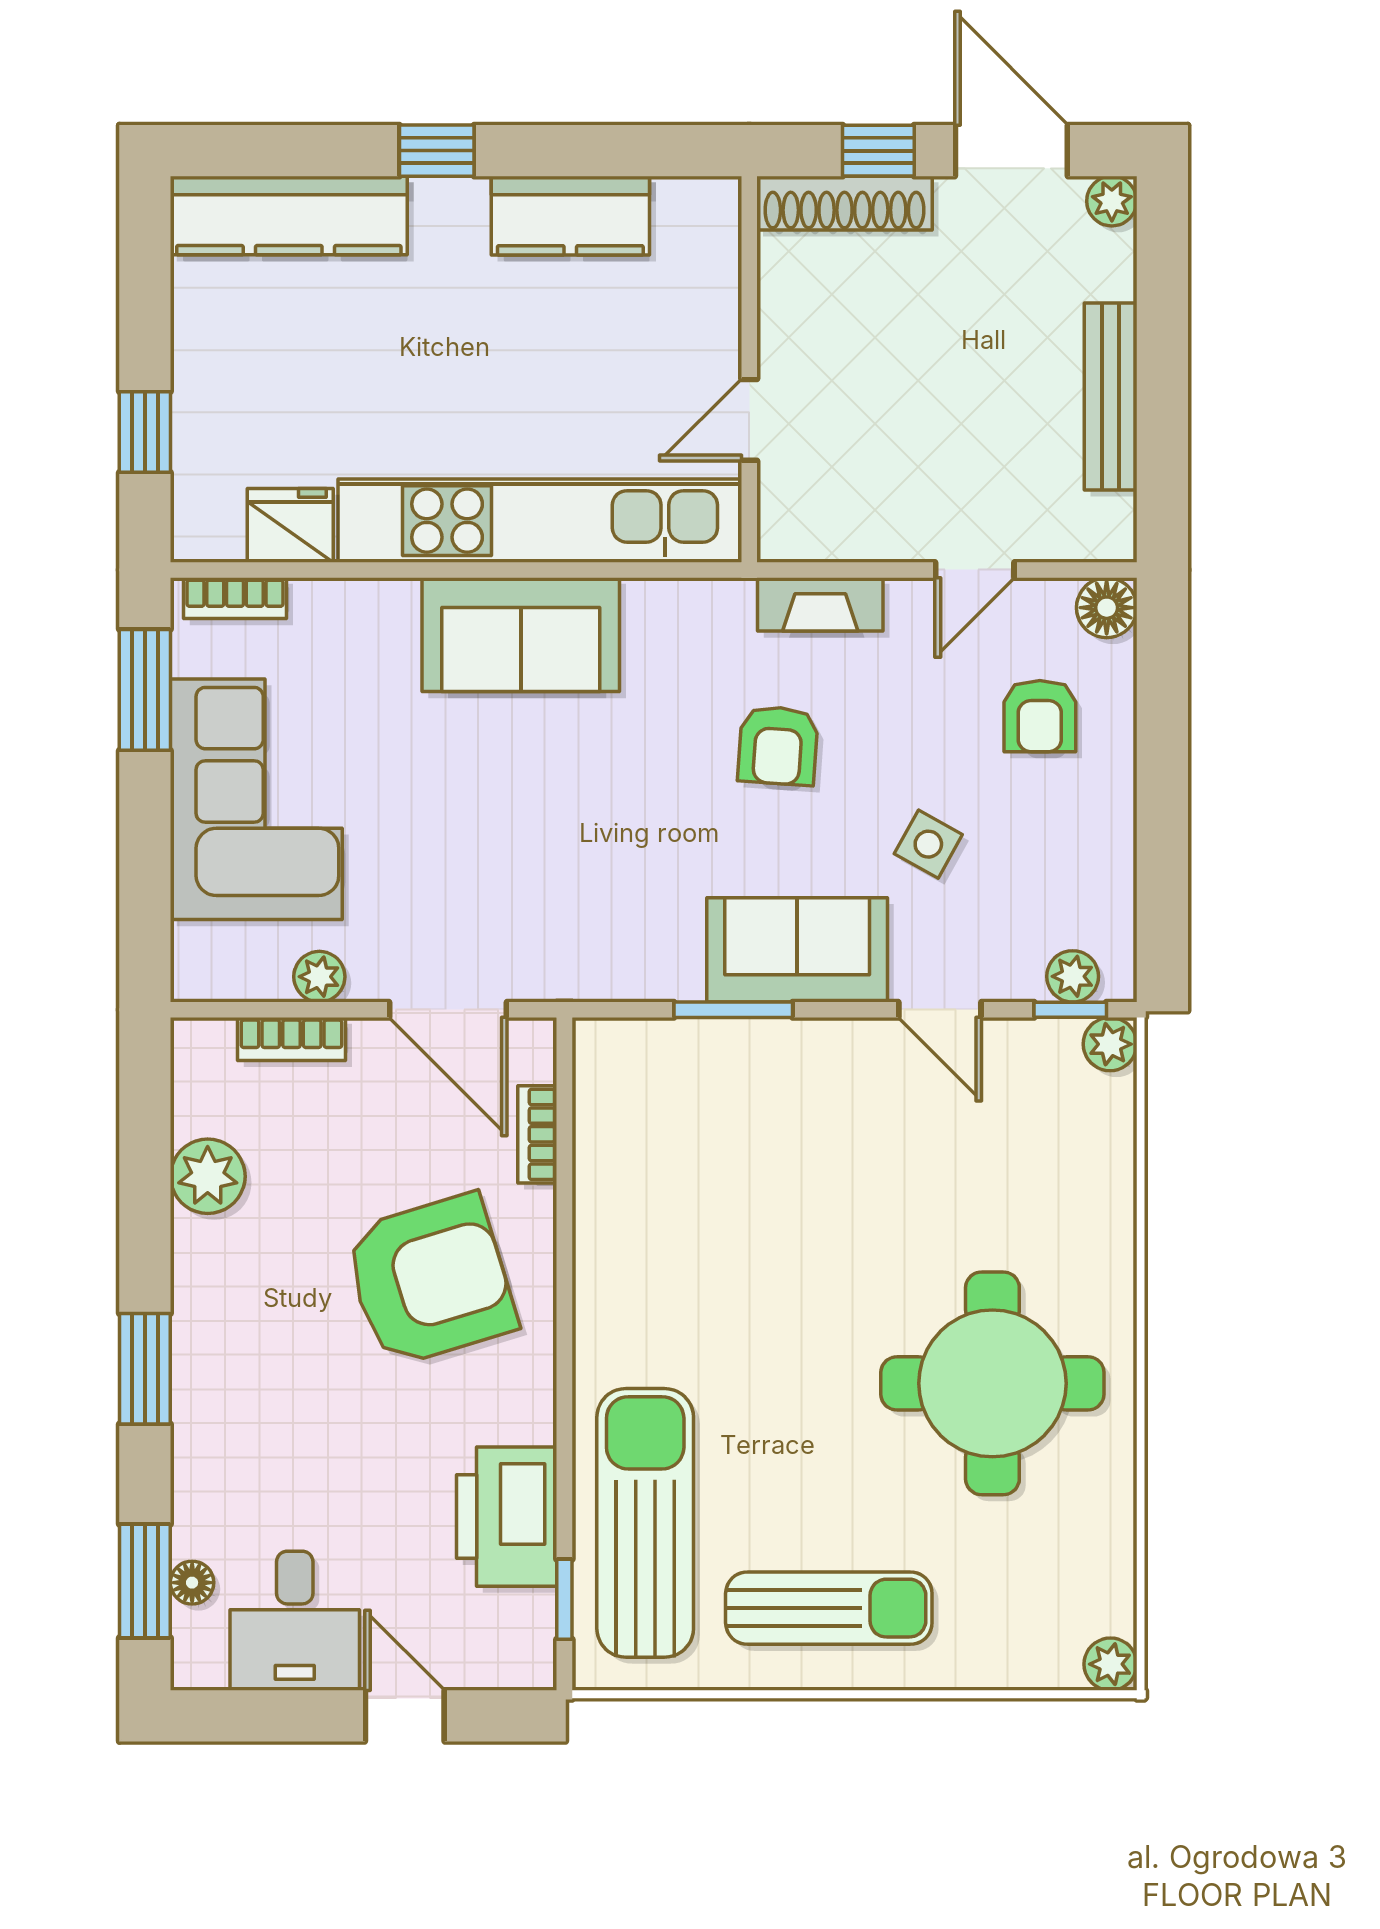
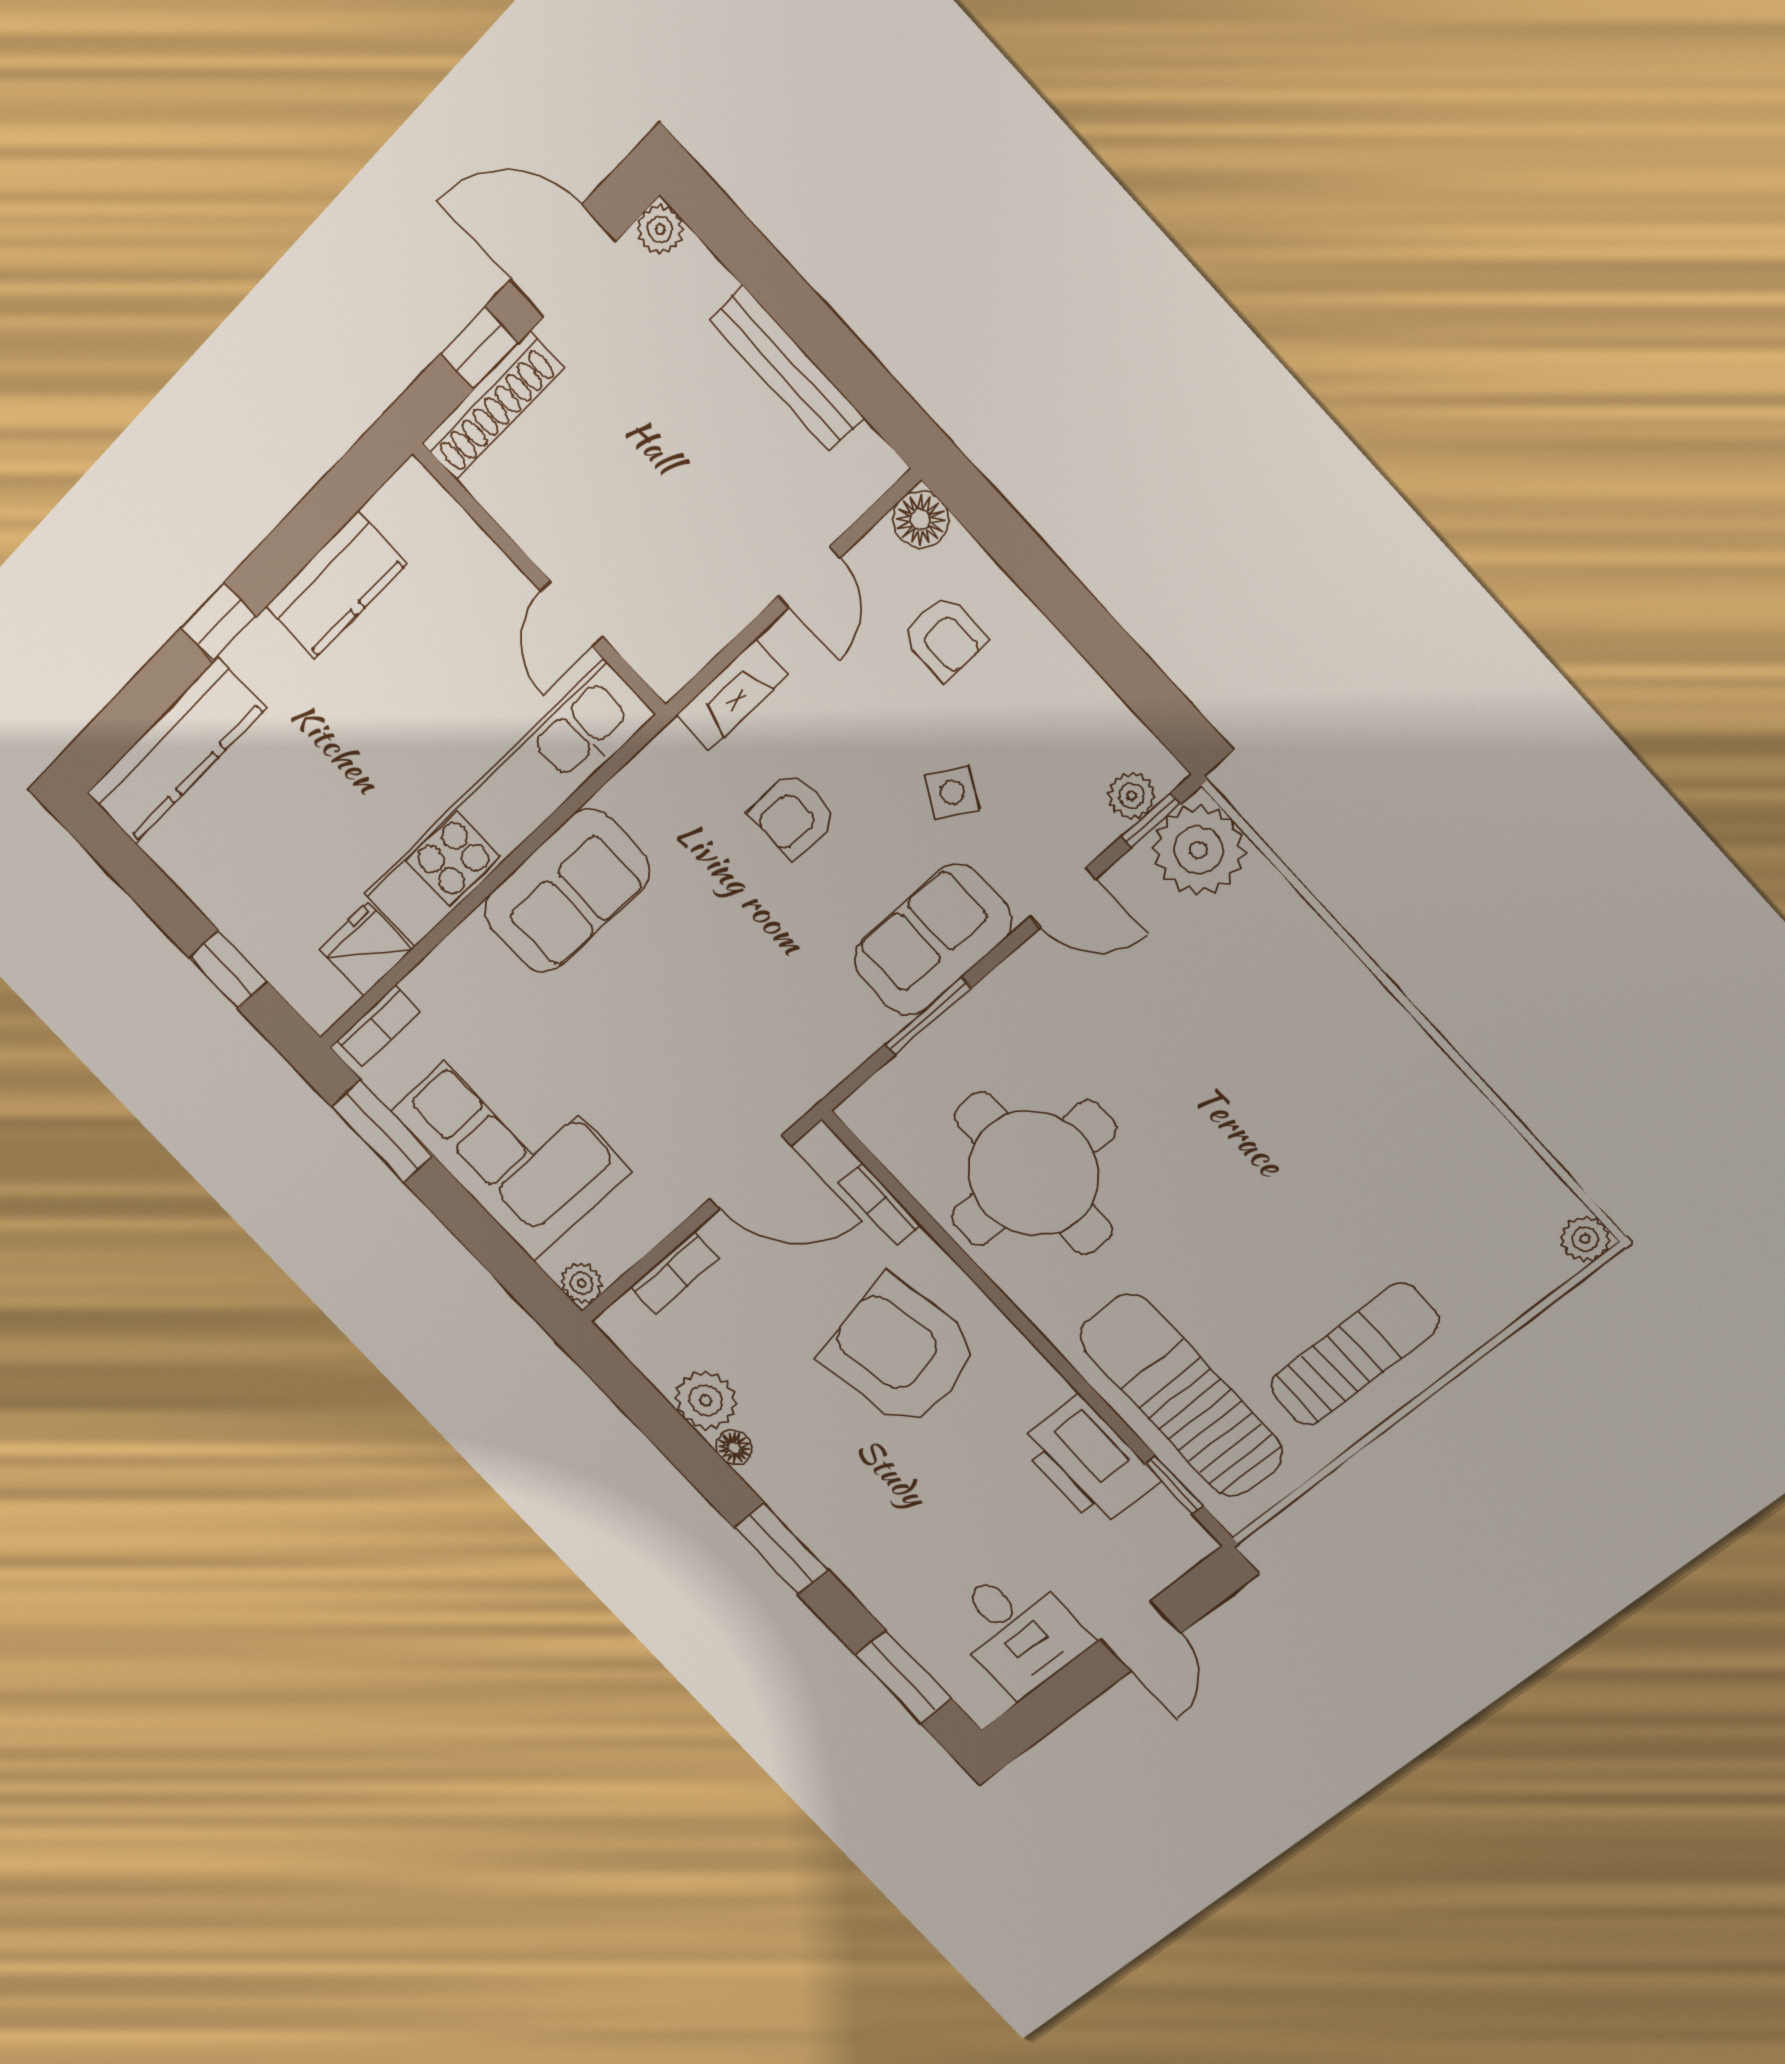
armchair: (778, 746) -> (793, 815), turned 86
plant: (319, 977) -> (582, 1283), moved
plant: (1110, 1044) -> (1199, 850), width x1.87, depth x1.87
armchair: (430, 1280) -> (901, 1353), turned -84
round table: (992, 1383) -> (1033, 1173), moved
floor lamp: (192, 1583) -> (734, 1448), moved
door: (405, 1716) -> (1141, 1636), swing flipped

